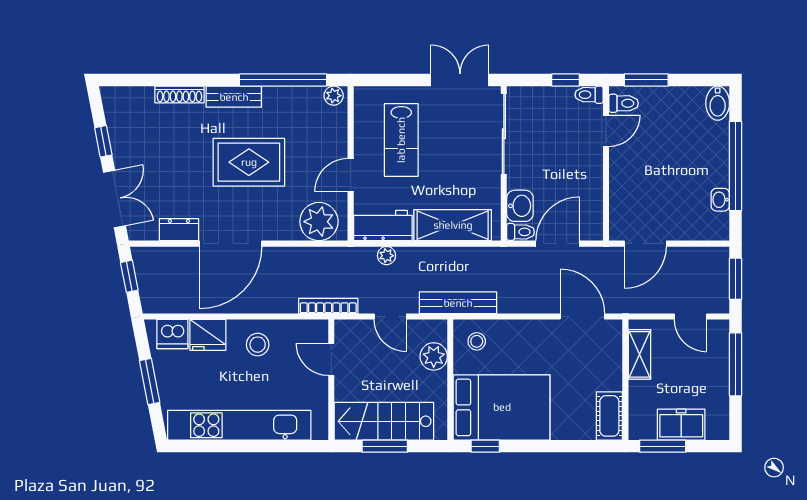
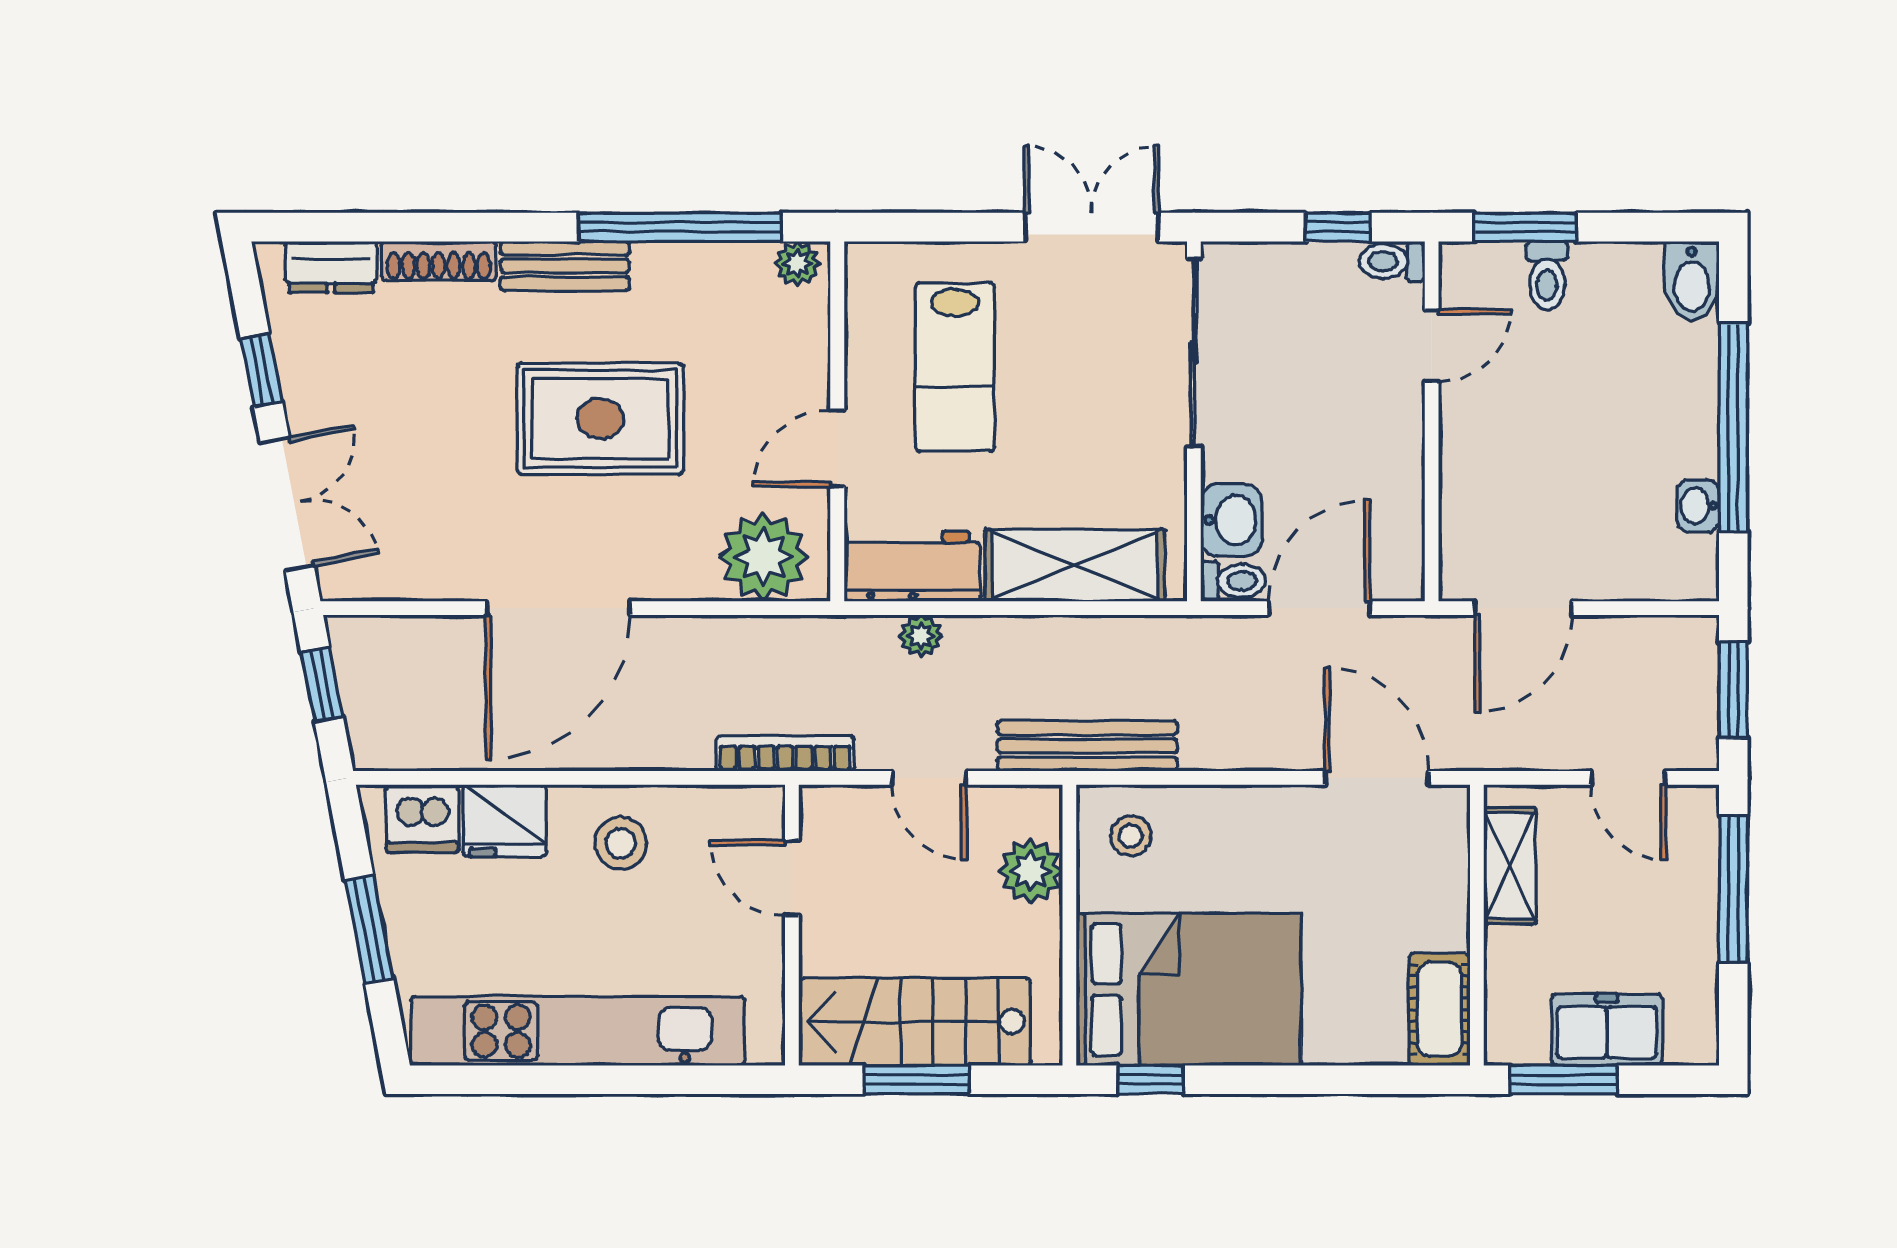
toilet: (624, 103) -> (1547, 276), moved, turned 90
dresser: (179, 230) -> (331, 267), moved, turned 180

